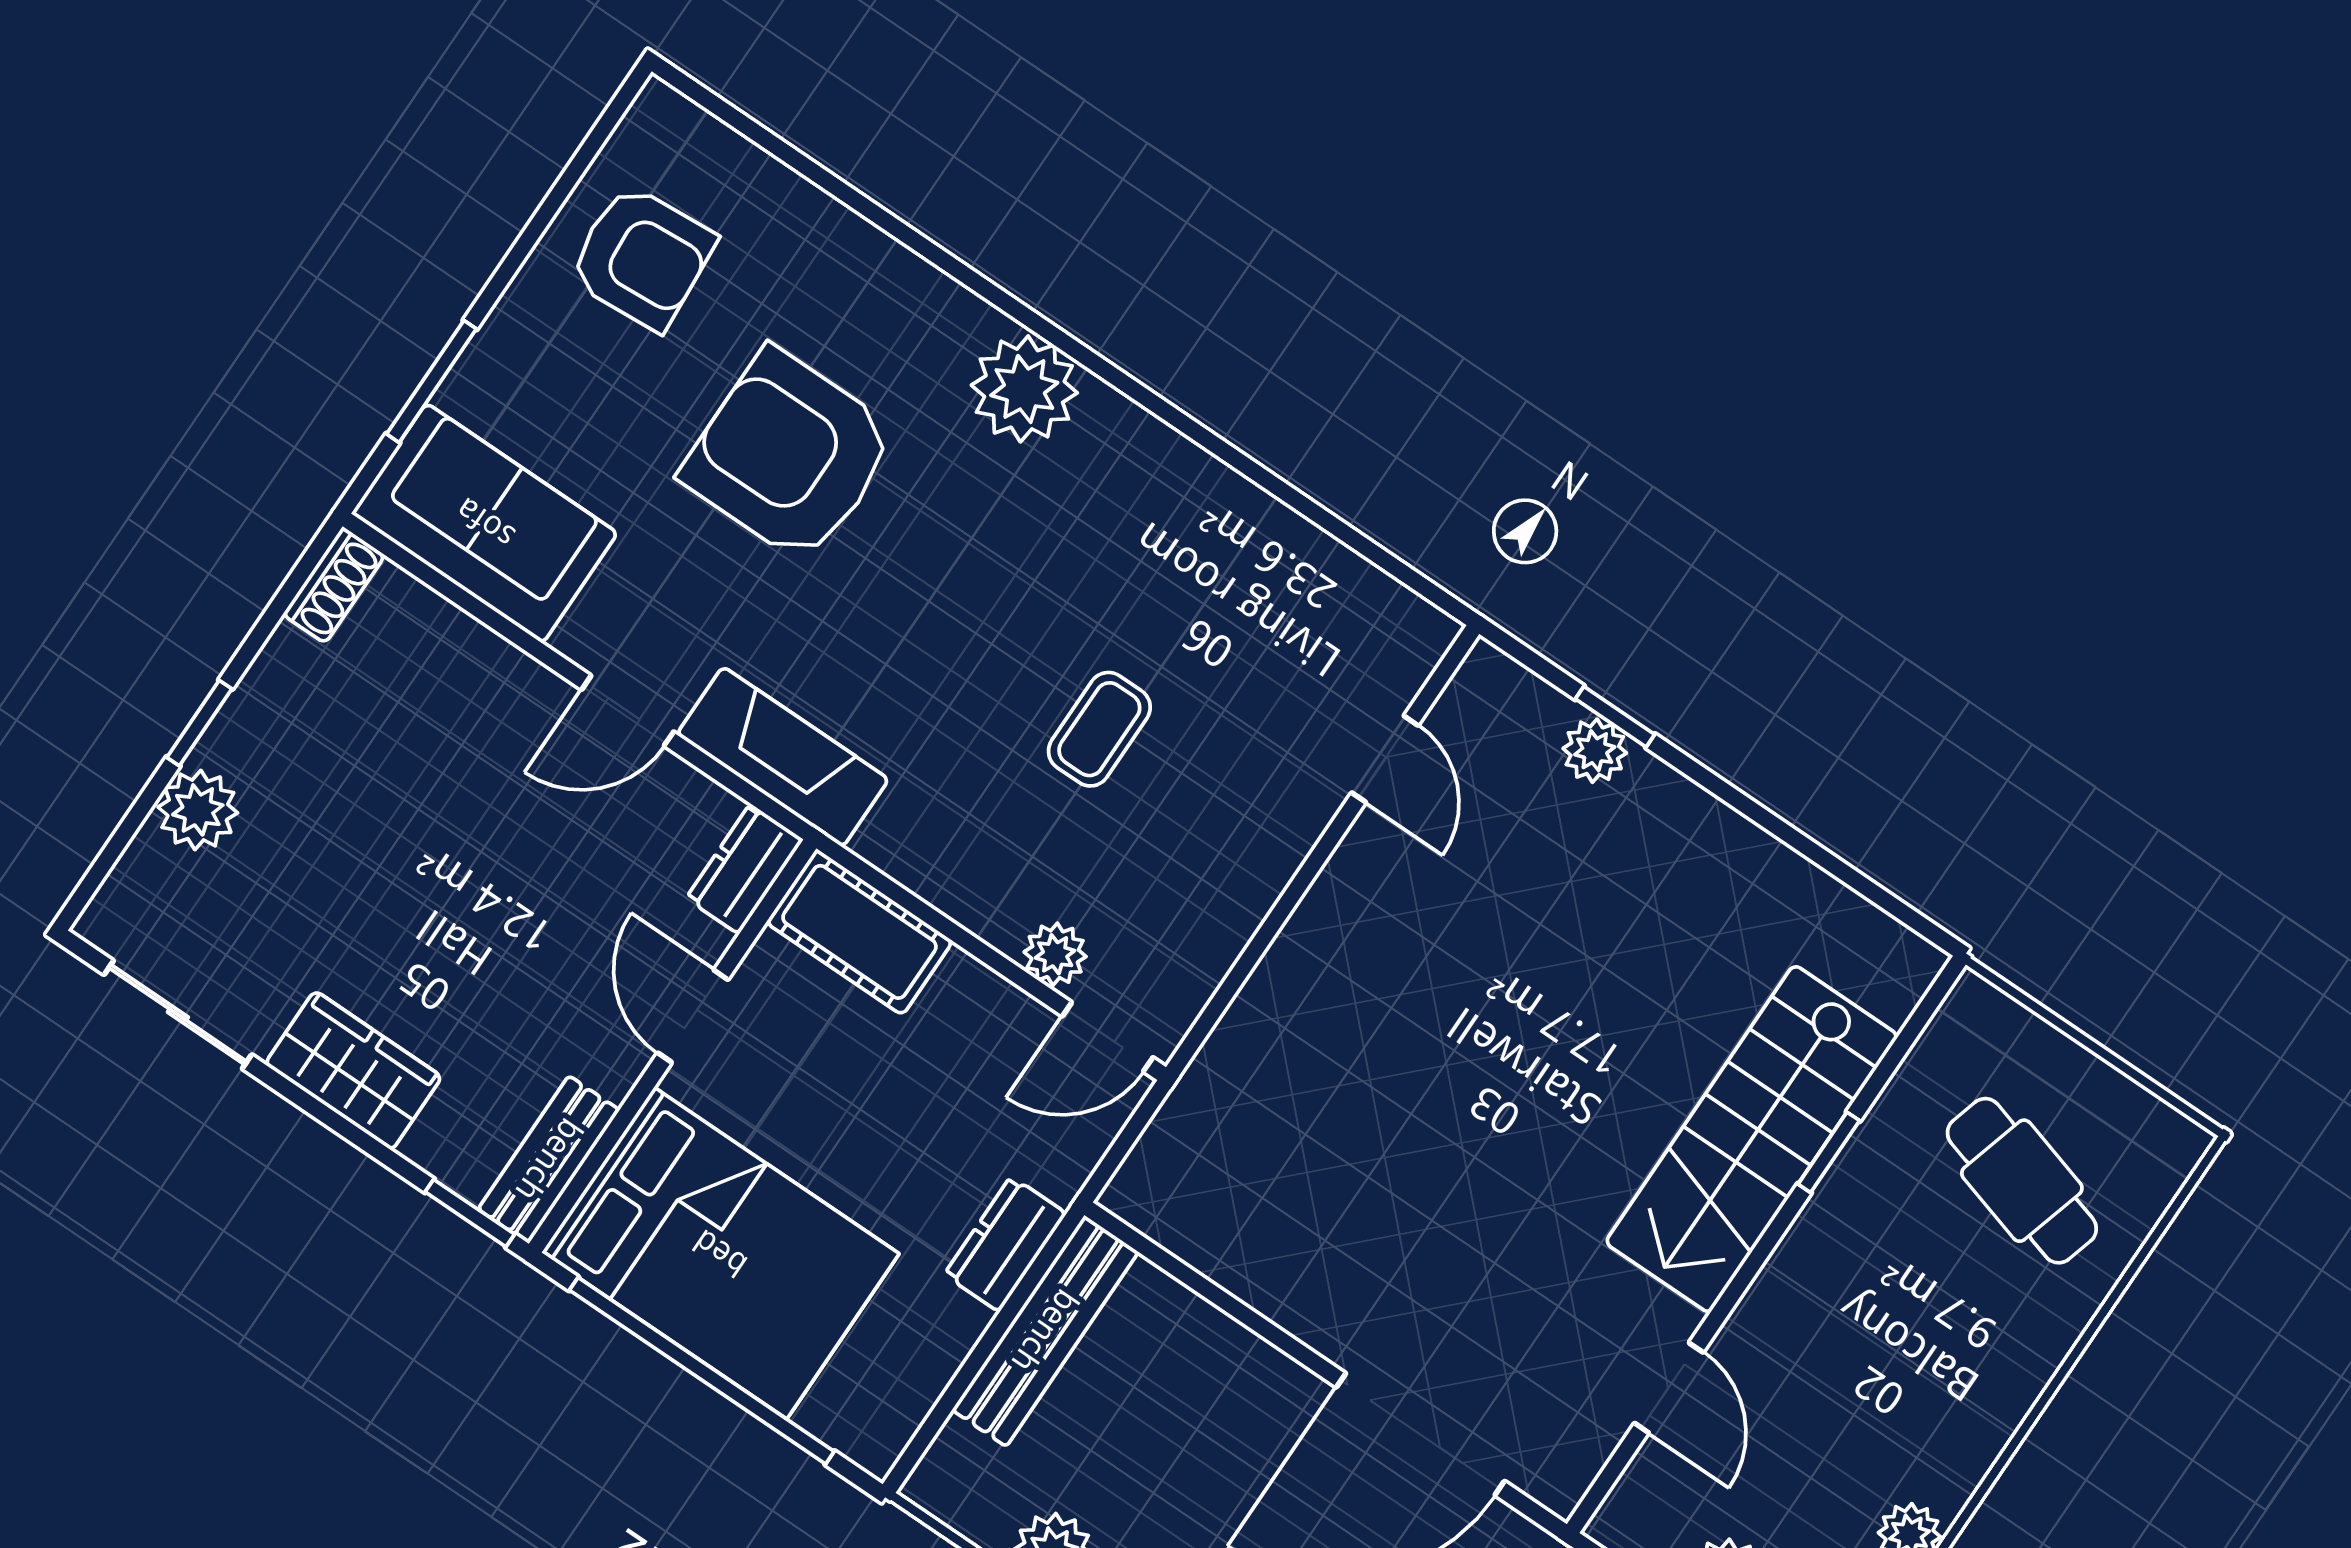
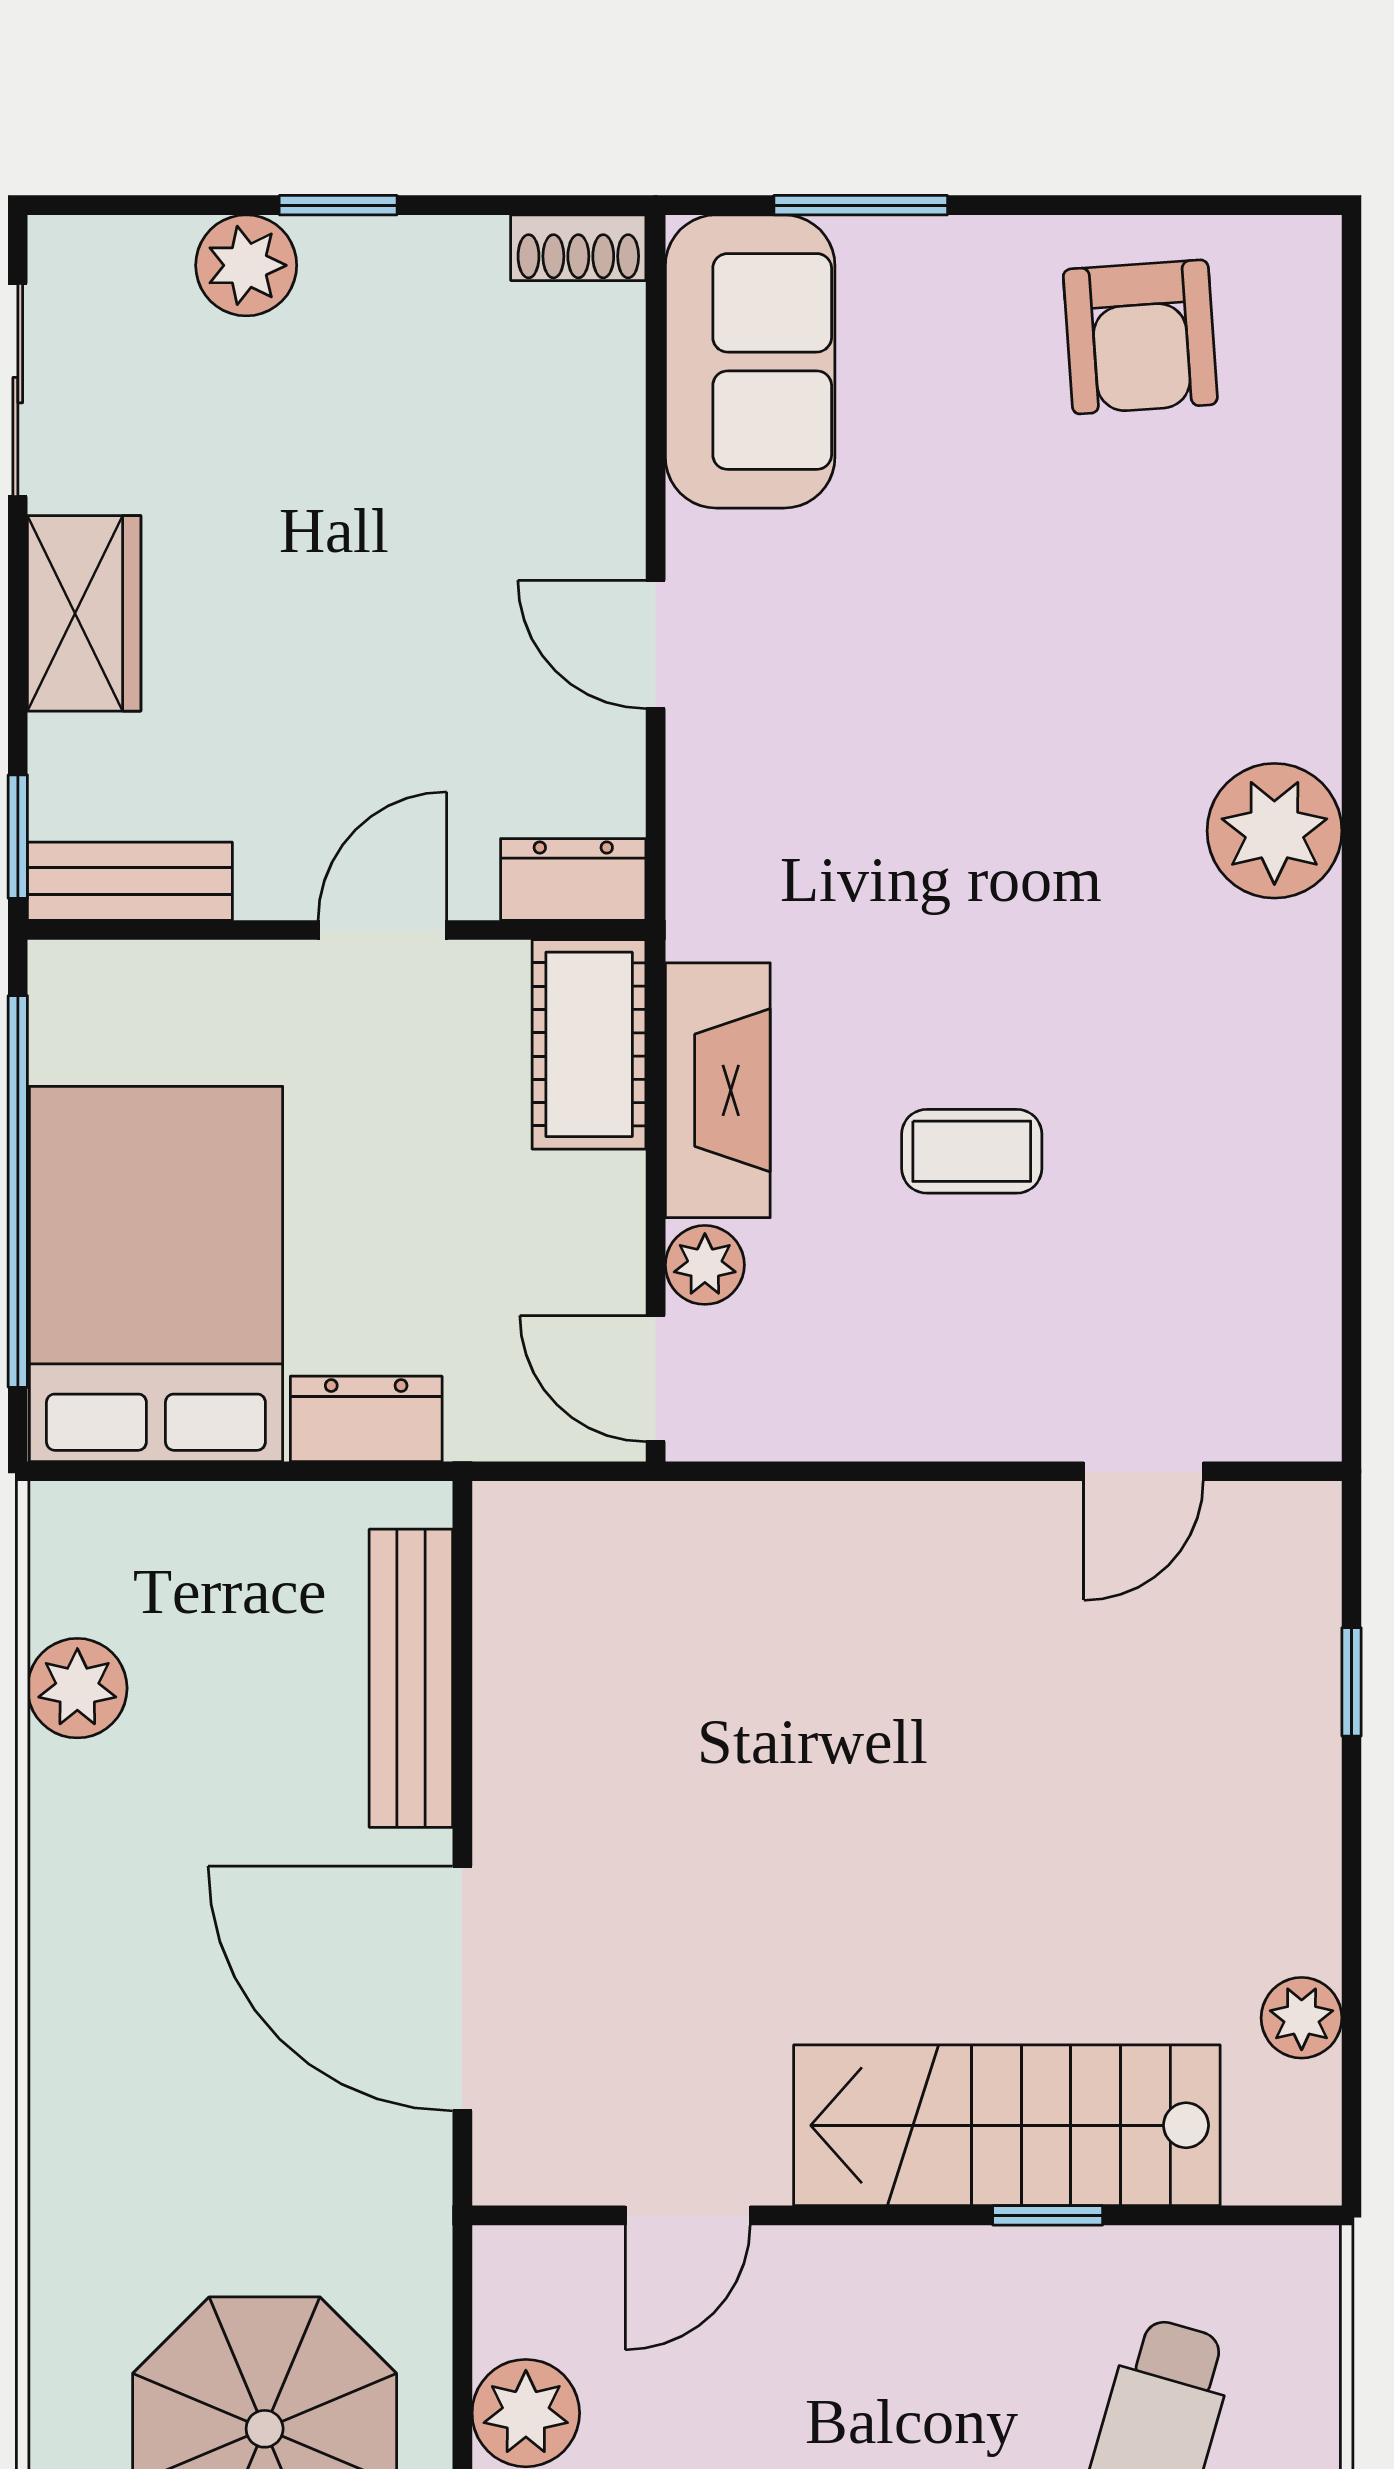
armchair: (789, 456) -> (1038, 632), removed
plant: (1595, 751) -> (1302, 2018), moved
fireplace: (783, 757) -> (718, 1090), moved
bed: (720, 1253) -> (156, 1274), moved, turned 180
bench: (1045, 1331) -> (411, 1678), moved, turned 90

